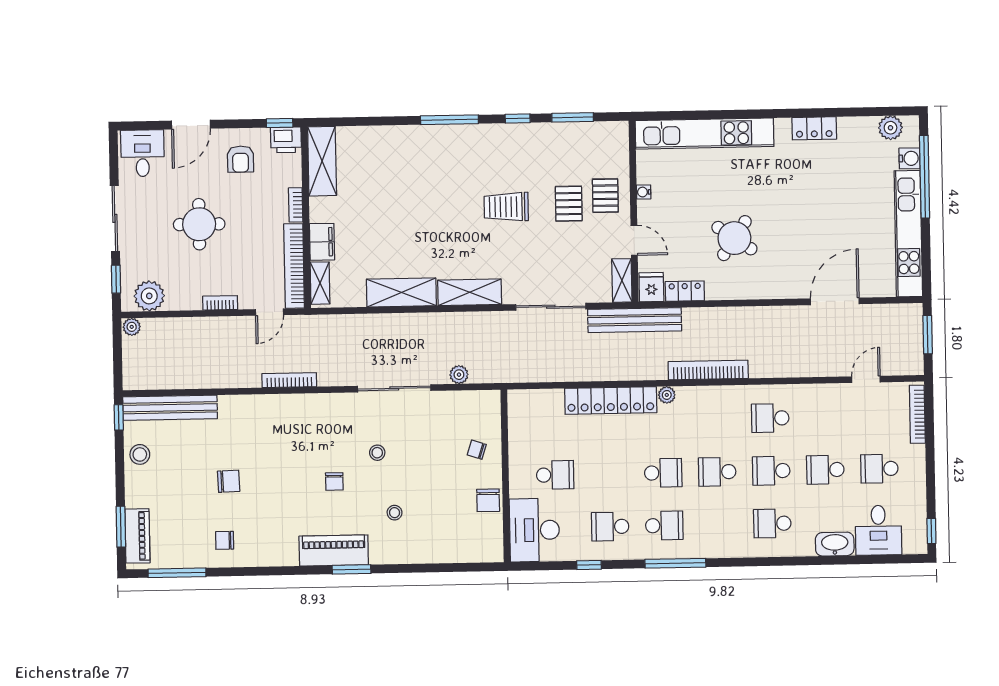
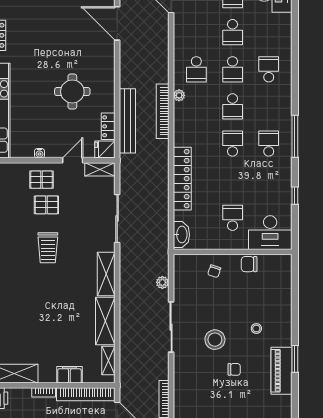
round table: (734, 238) -> (72, 92), turned -34
shelving: (320, 283) -> (108, 360), moved, turned 90
bench: (635, 320) -> (127, 121), moved
plant: (667, 395) -> (179, 95), moved
stool: (377, 453) -> (215, 340), width x1.89, depth x1.89
chair: (488, 500) -> (249, 264), turned 180
school desk: (772, 523) -> (269, 69), turned 180
school desk: (610, 527) -> (269, 181), removed
washbasin: (835, 544) -> (181, 235), moved, turned 180

